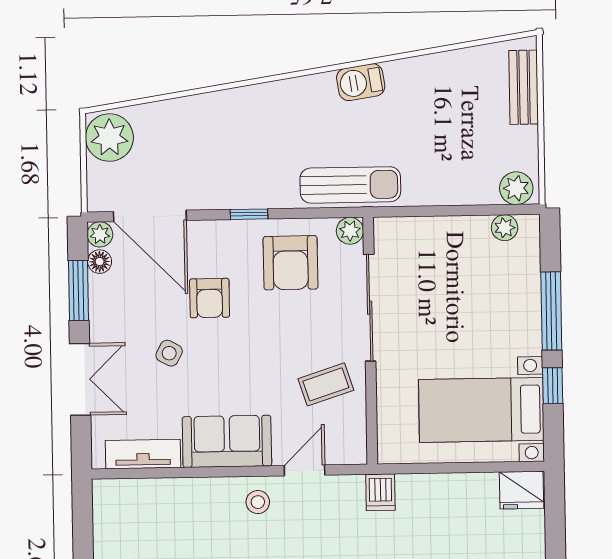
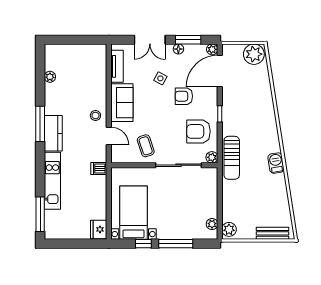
floor lamp: (100, 262) -> (178, 49), moved

